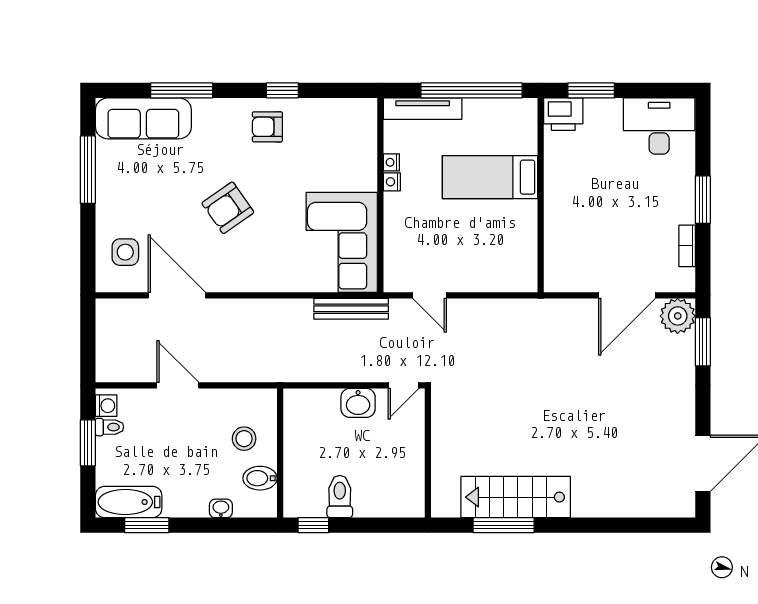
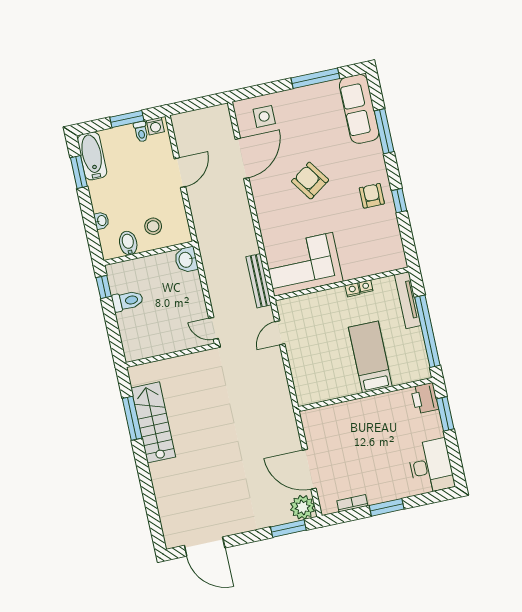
washbasin: (358, 403) -> (186, 260), moved

